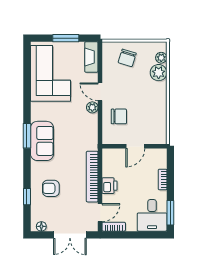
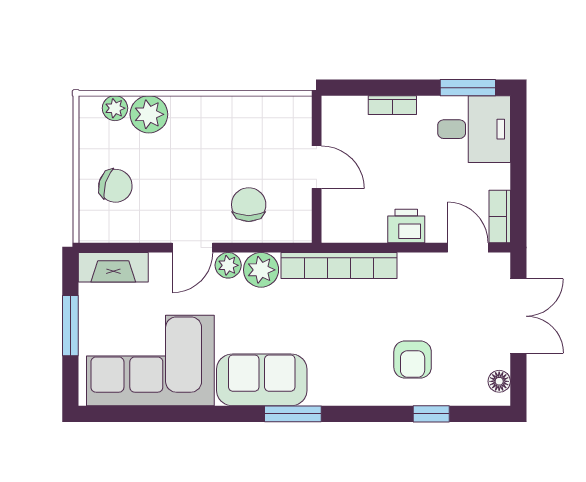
plant: (90, 122) -> (261, 270), added
sofa: (42, 141) -> (262, 380), moved
bookcase: (92, 177) -> (339, 266), moved

